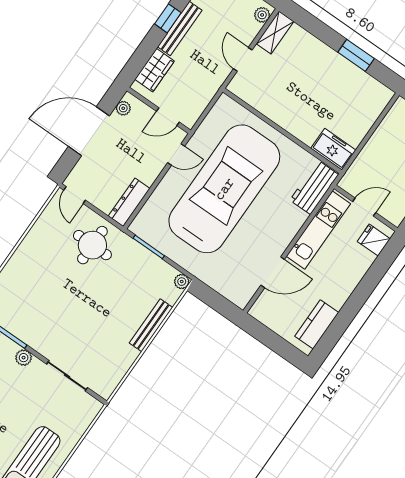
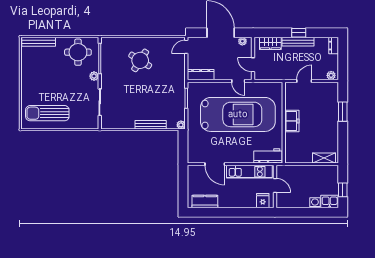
shelving: (275, 33) -> (324, 158), moved
window: (356, 55) -> (343, 112), moved
freezer: (333, 149) -> (292, 121), moved
round table: (92, 245) -> (140, 60), moved, turned 32

